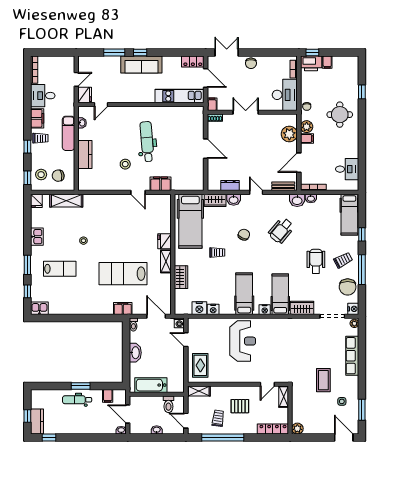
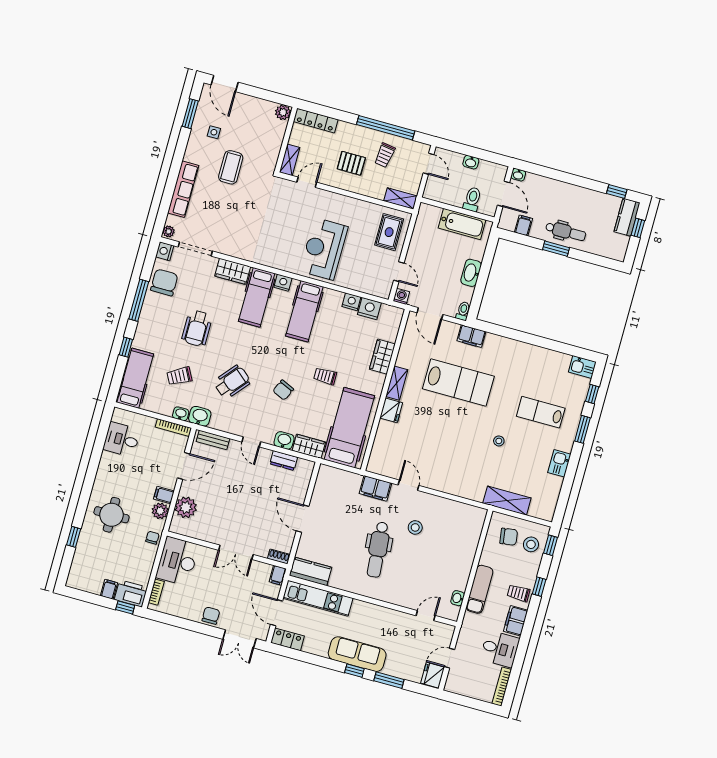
fridge: (85, 95) -> (433, 675), moved
kitchen counter: (85, 155) -> (310, 571), moved, turned 90
fridge: (36, 201) -> (547, 511), removed
trolley: (343, 260) -> (179, 376), moved
toilet: (168, 404) -> (472, 199), moved

